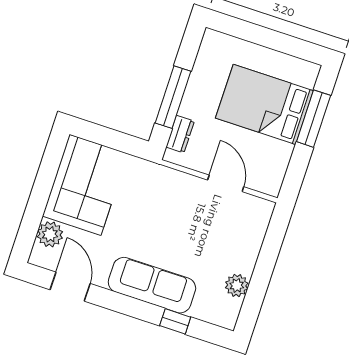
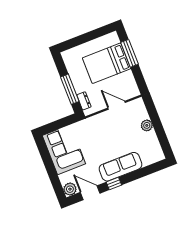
plant: (50, 234) -> (70, 189), moved
plant: (237, 285) -> (147, 125), moved
window: (175, 321) -> (114, 184), moved

